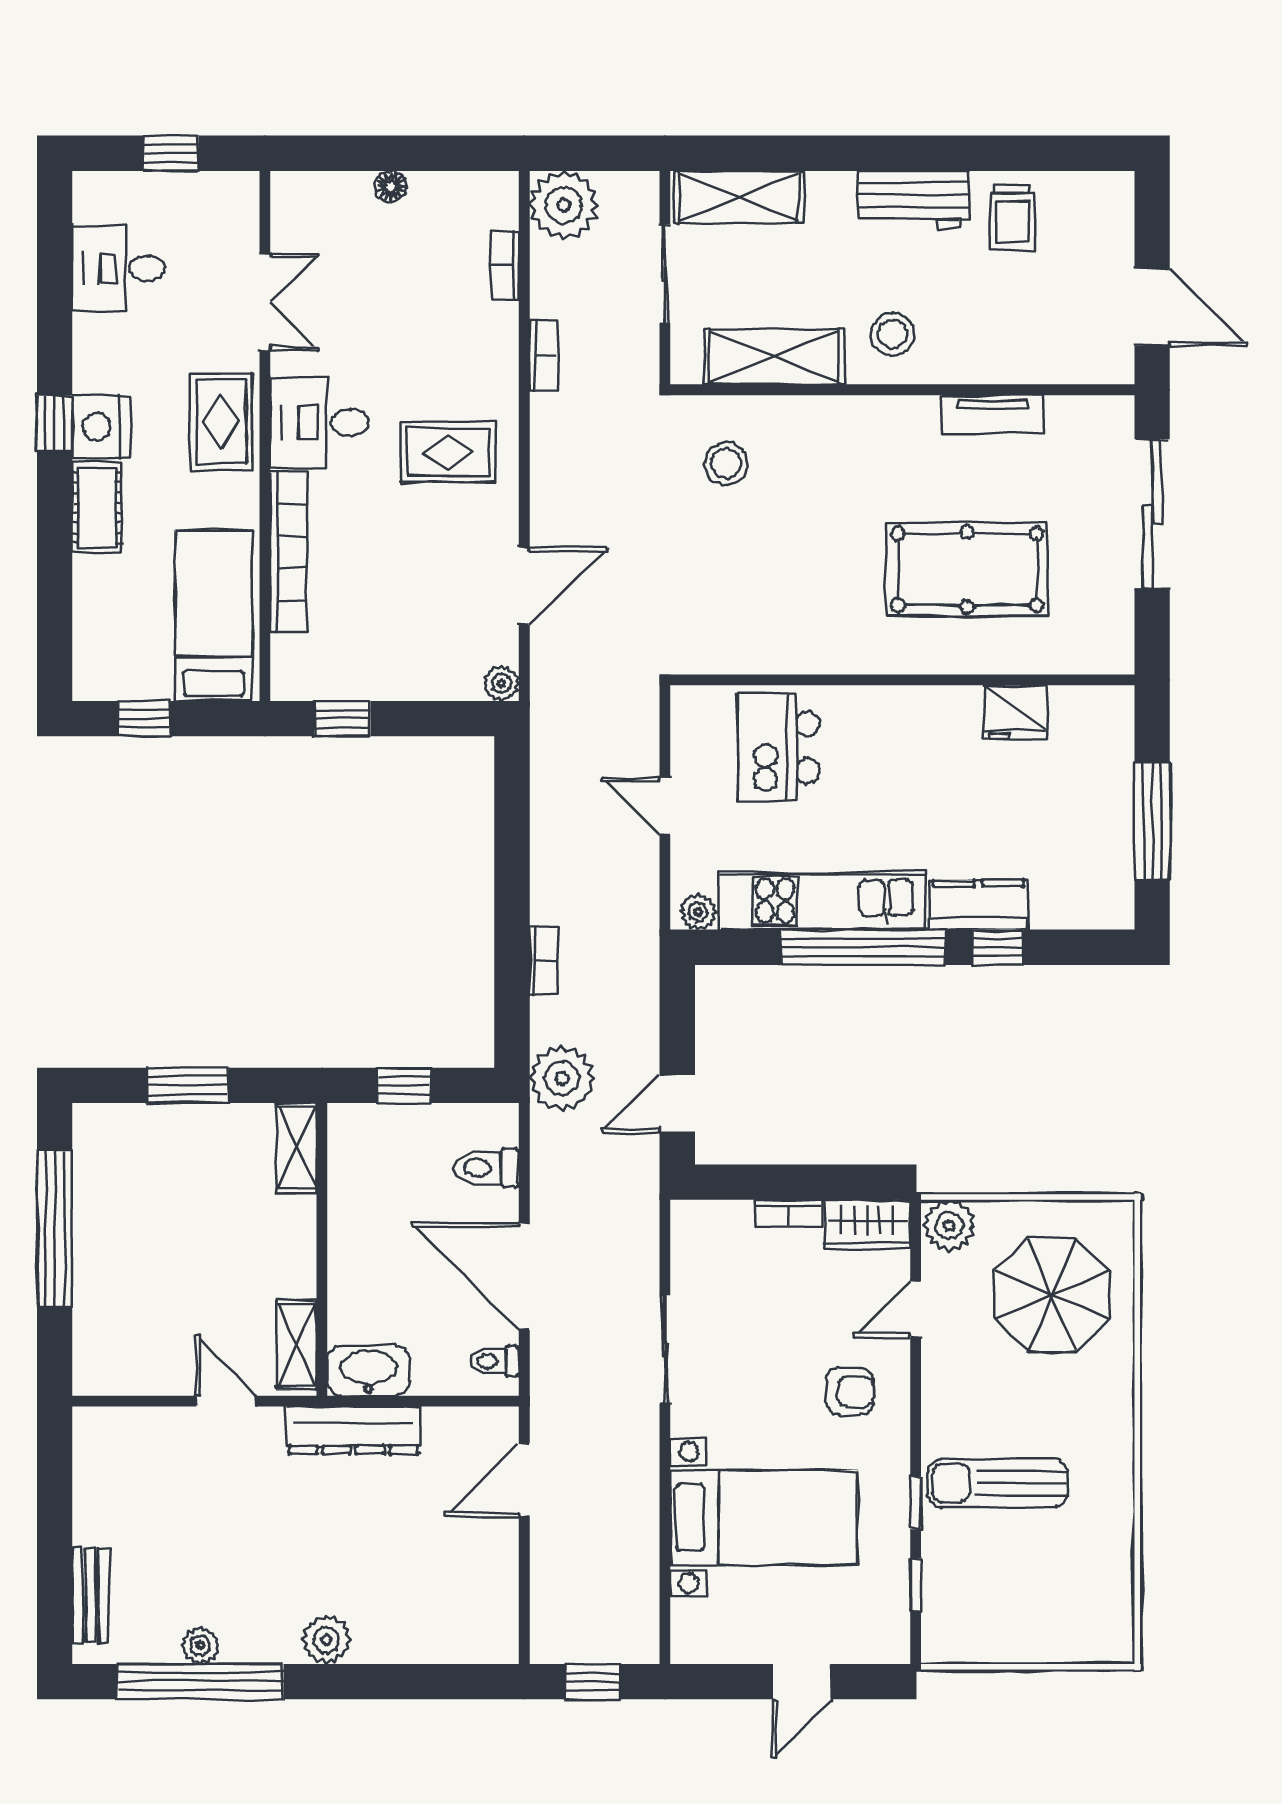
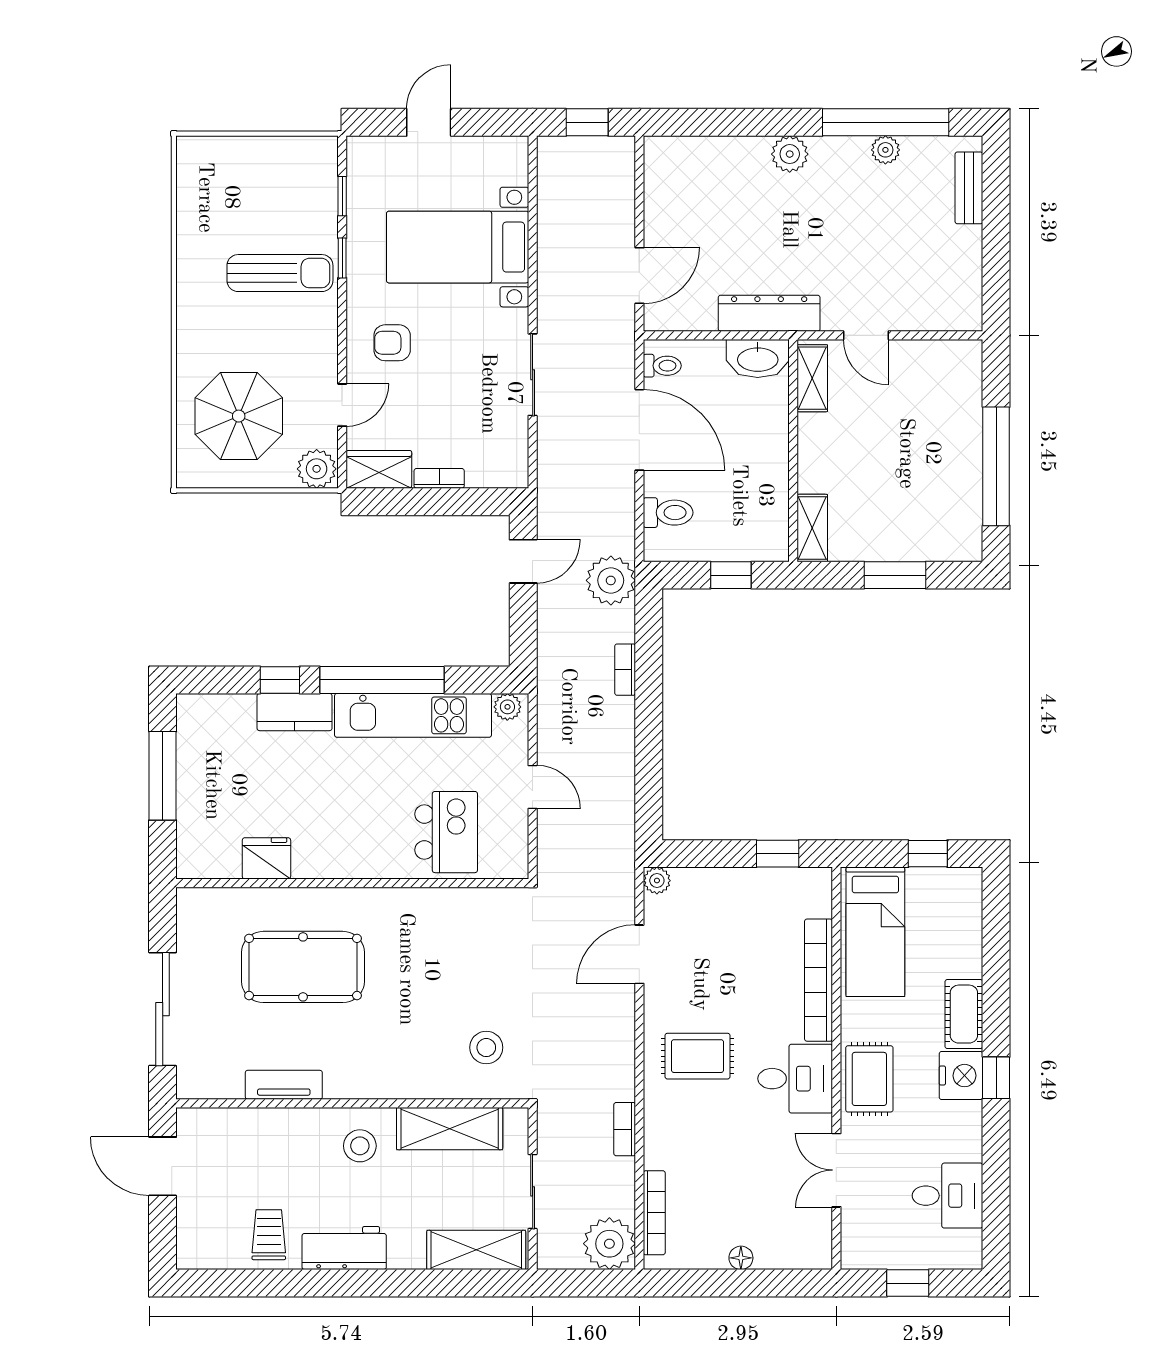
bookcase: (505, 266) -> (654, 1213), width x1.56

